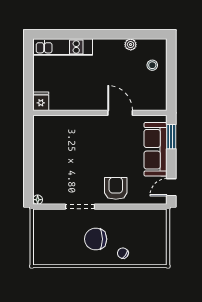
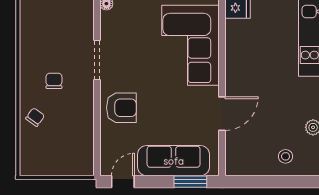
corner sofa: (69, 137) -> (190, 45), added
door: (171, 187) -> (123, 182), hinge flipped
chair: (96, 239) -> (54, 81), width x0.54, depth x0.54

